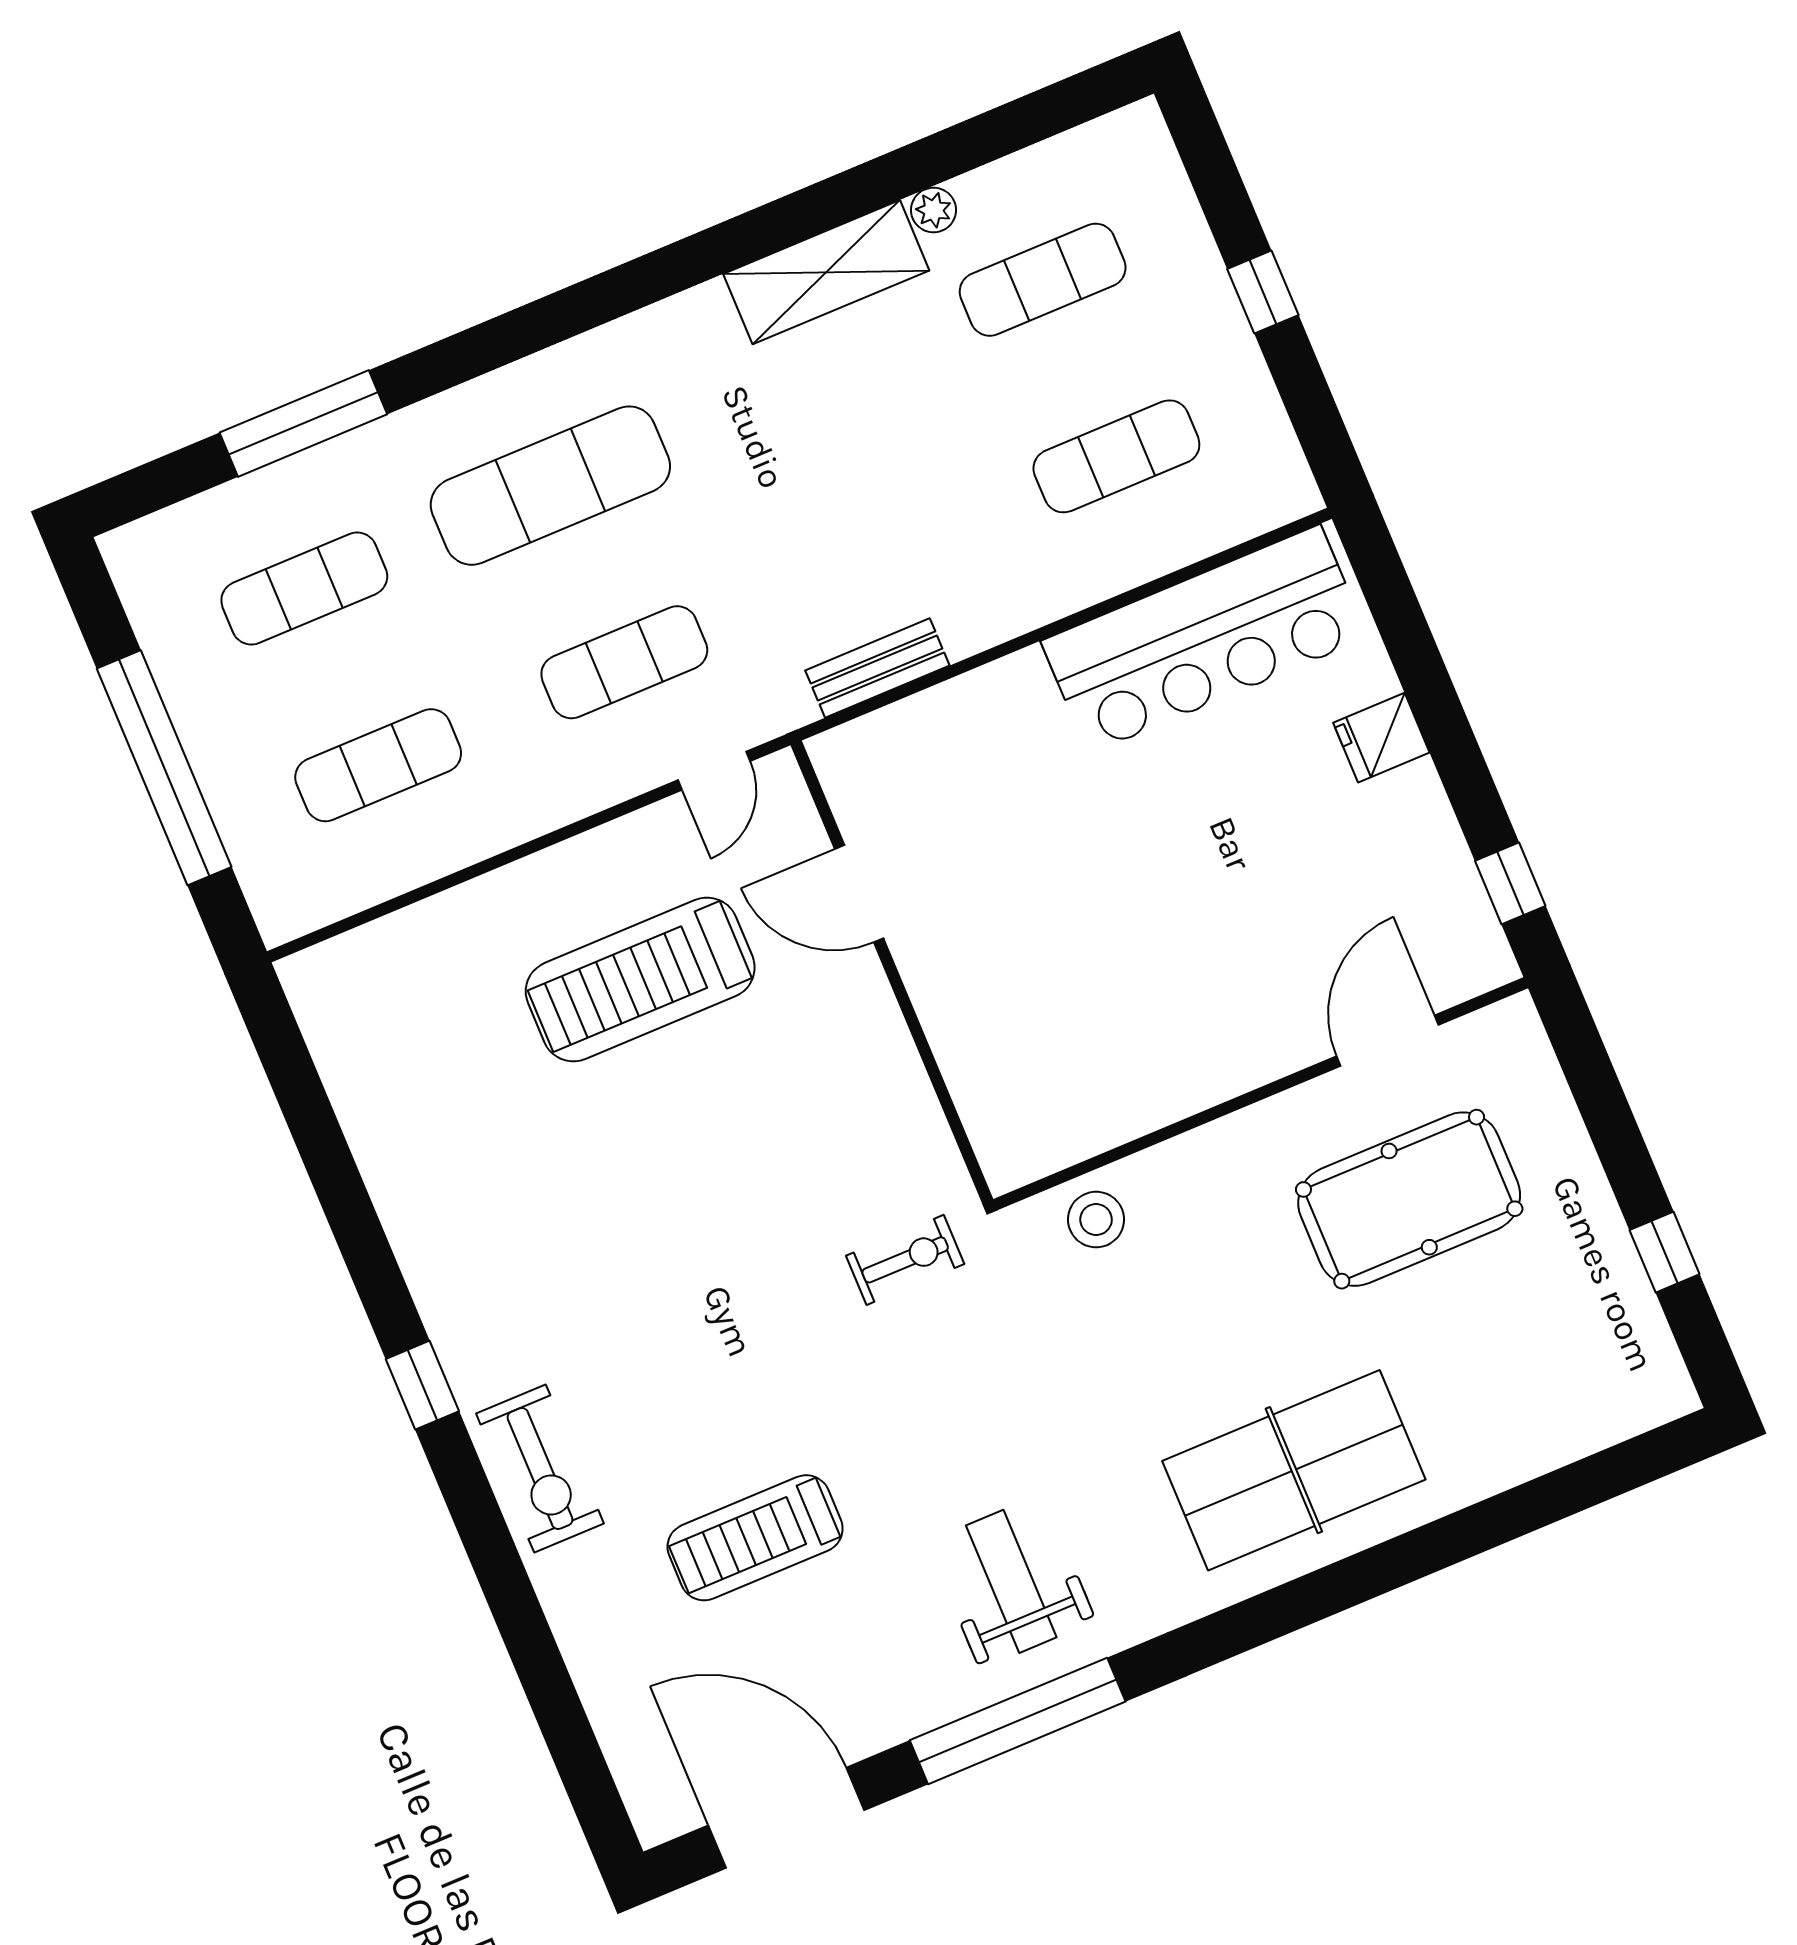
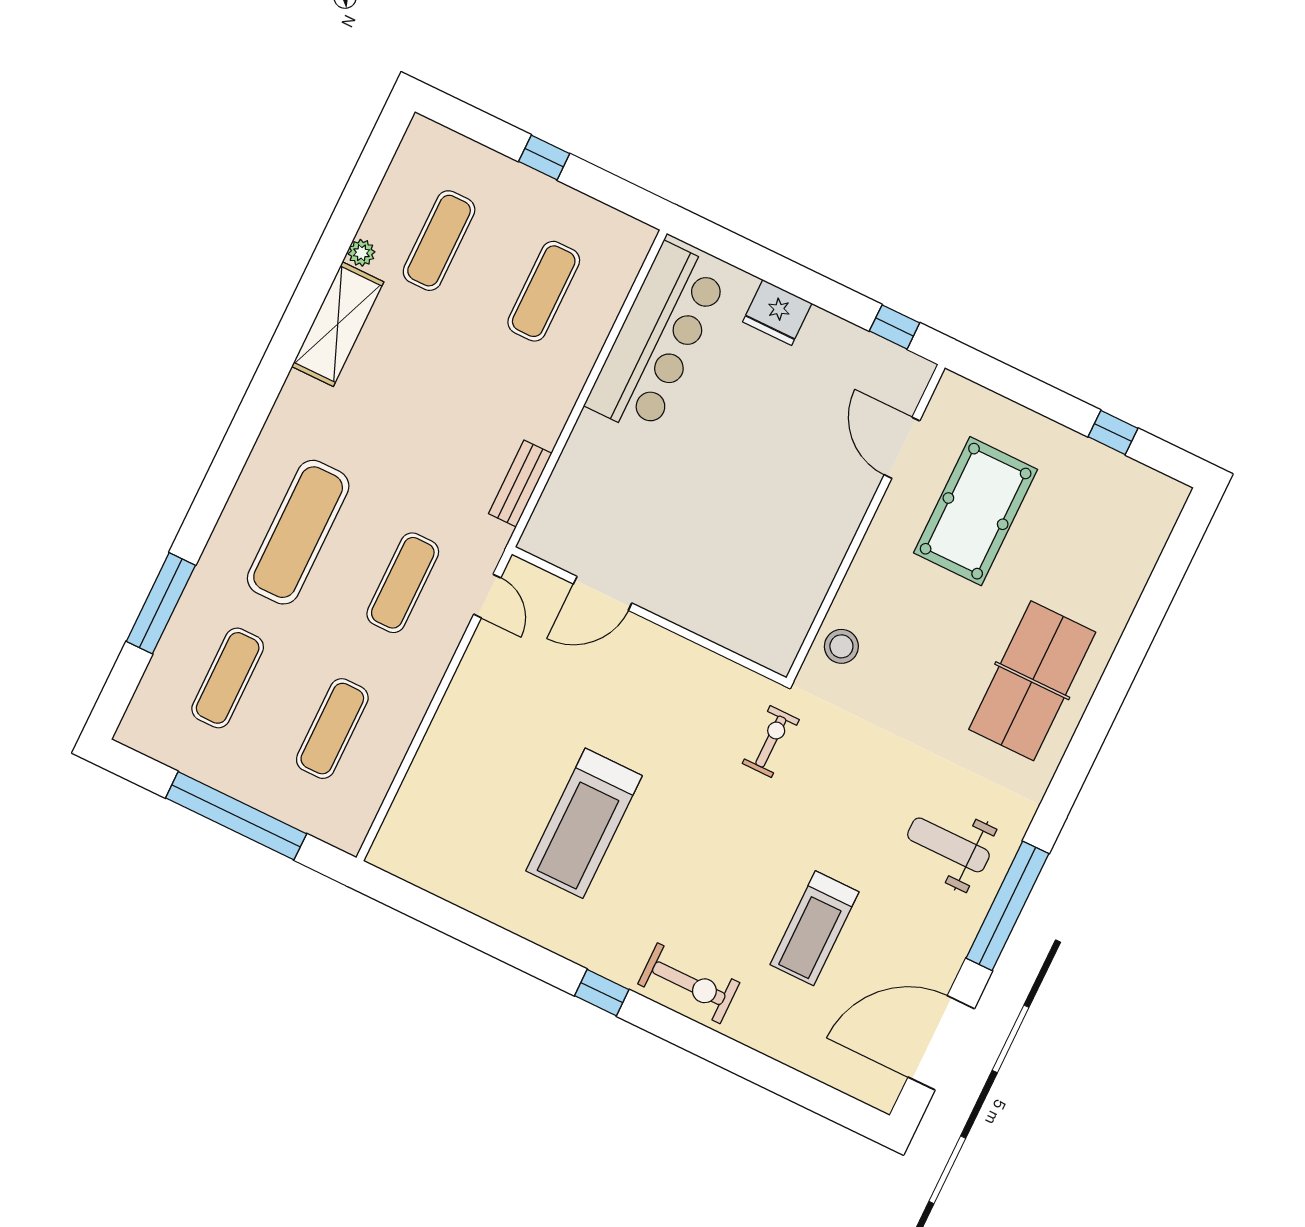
fridge: (1381, 738) -> (777, 313), width x1.38
treadmill: (640, 980) -> (584, 823), moved

